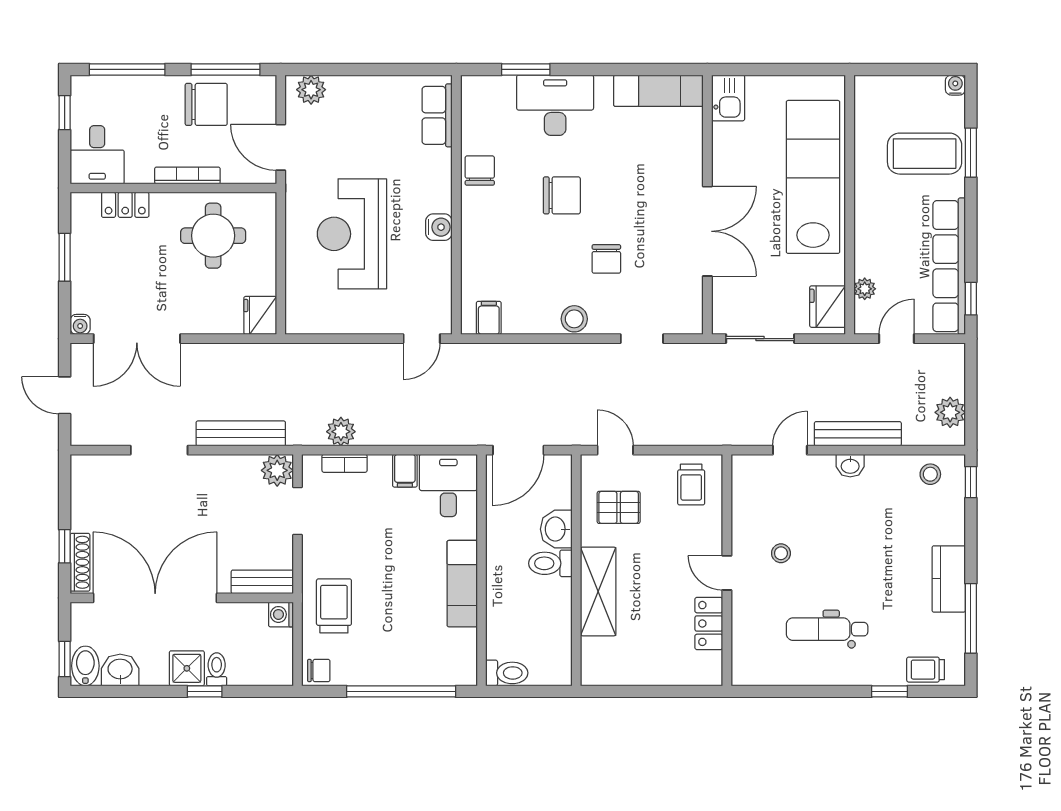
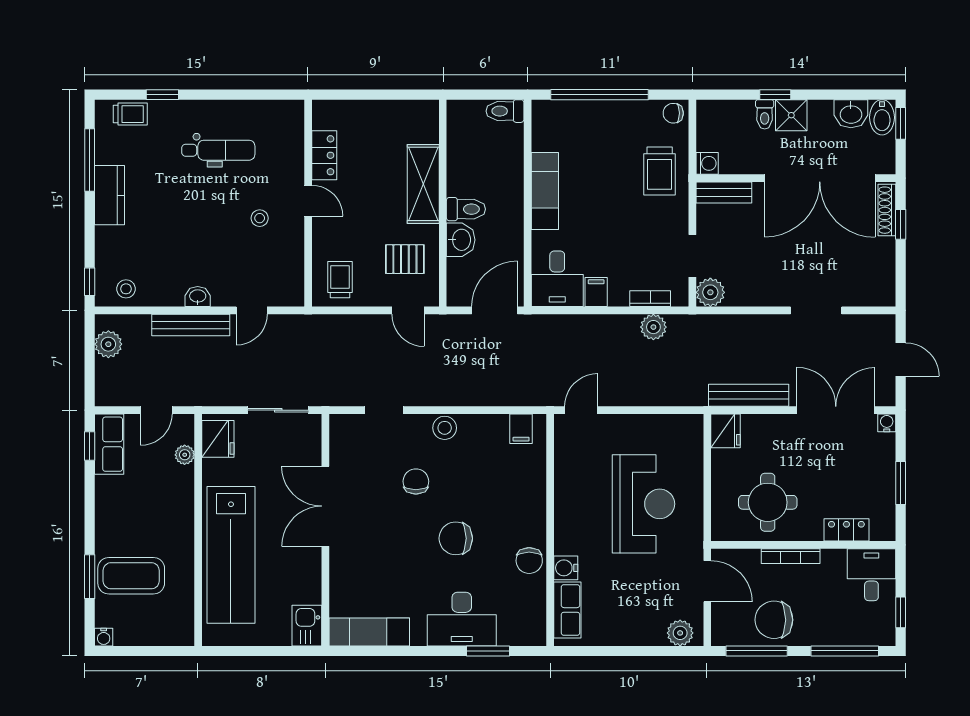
water cooler: (439, 227) -> (566, 568), moved
row of seats: (949, 266) -> (109, 444), width x0.50
bench: (241, 433) -> (749, 395), moved

